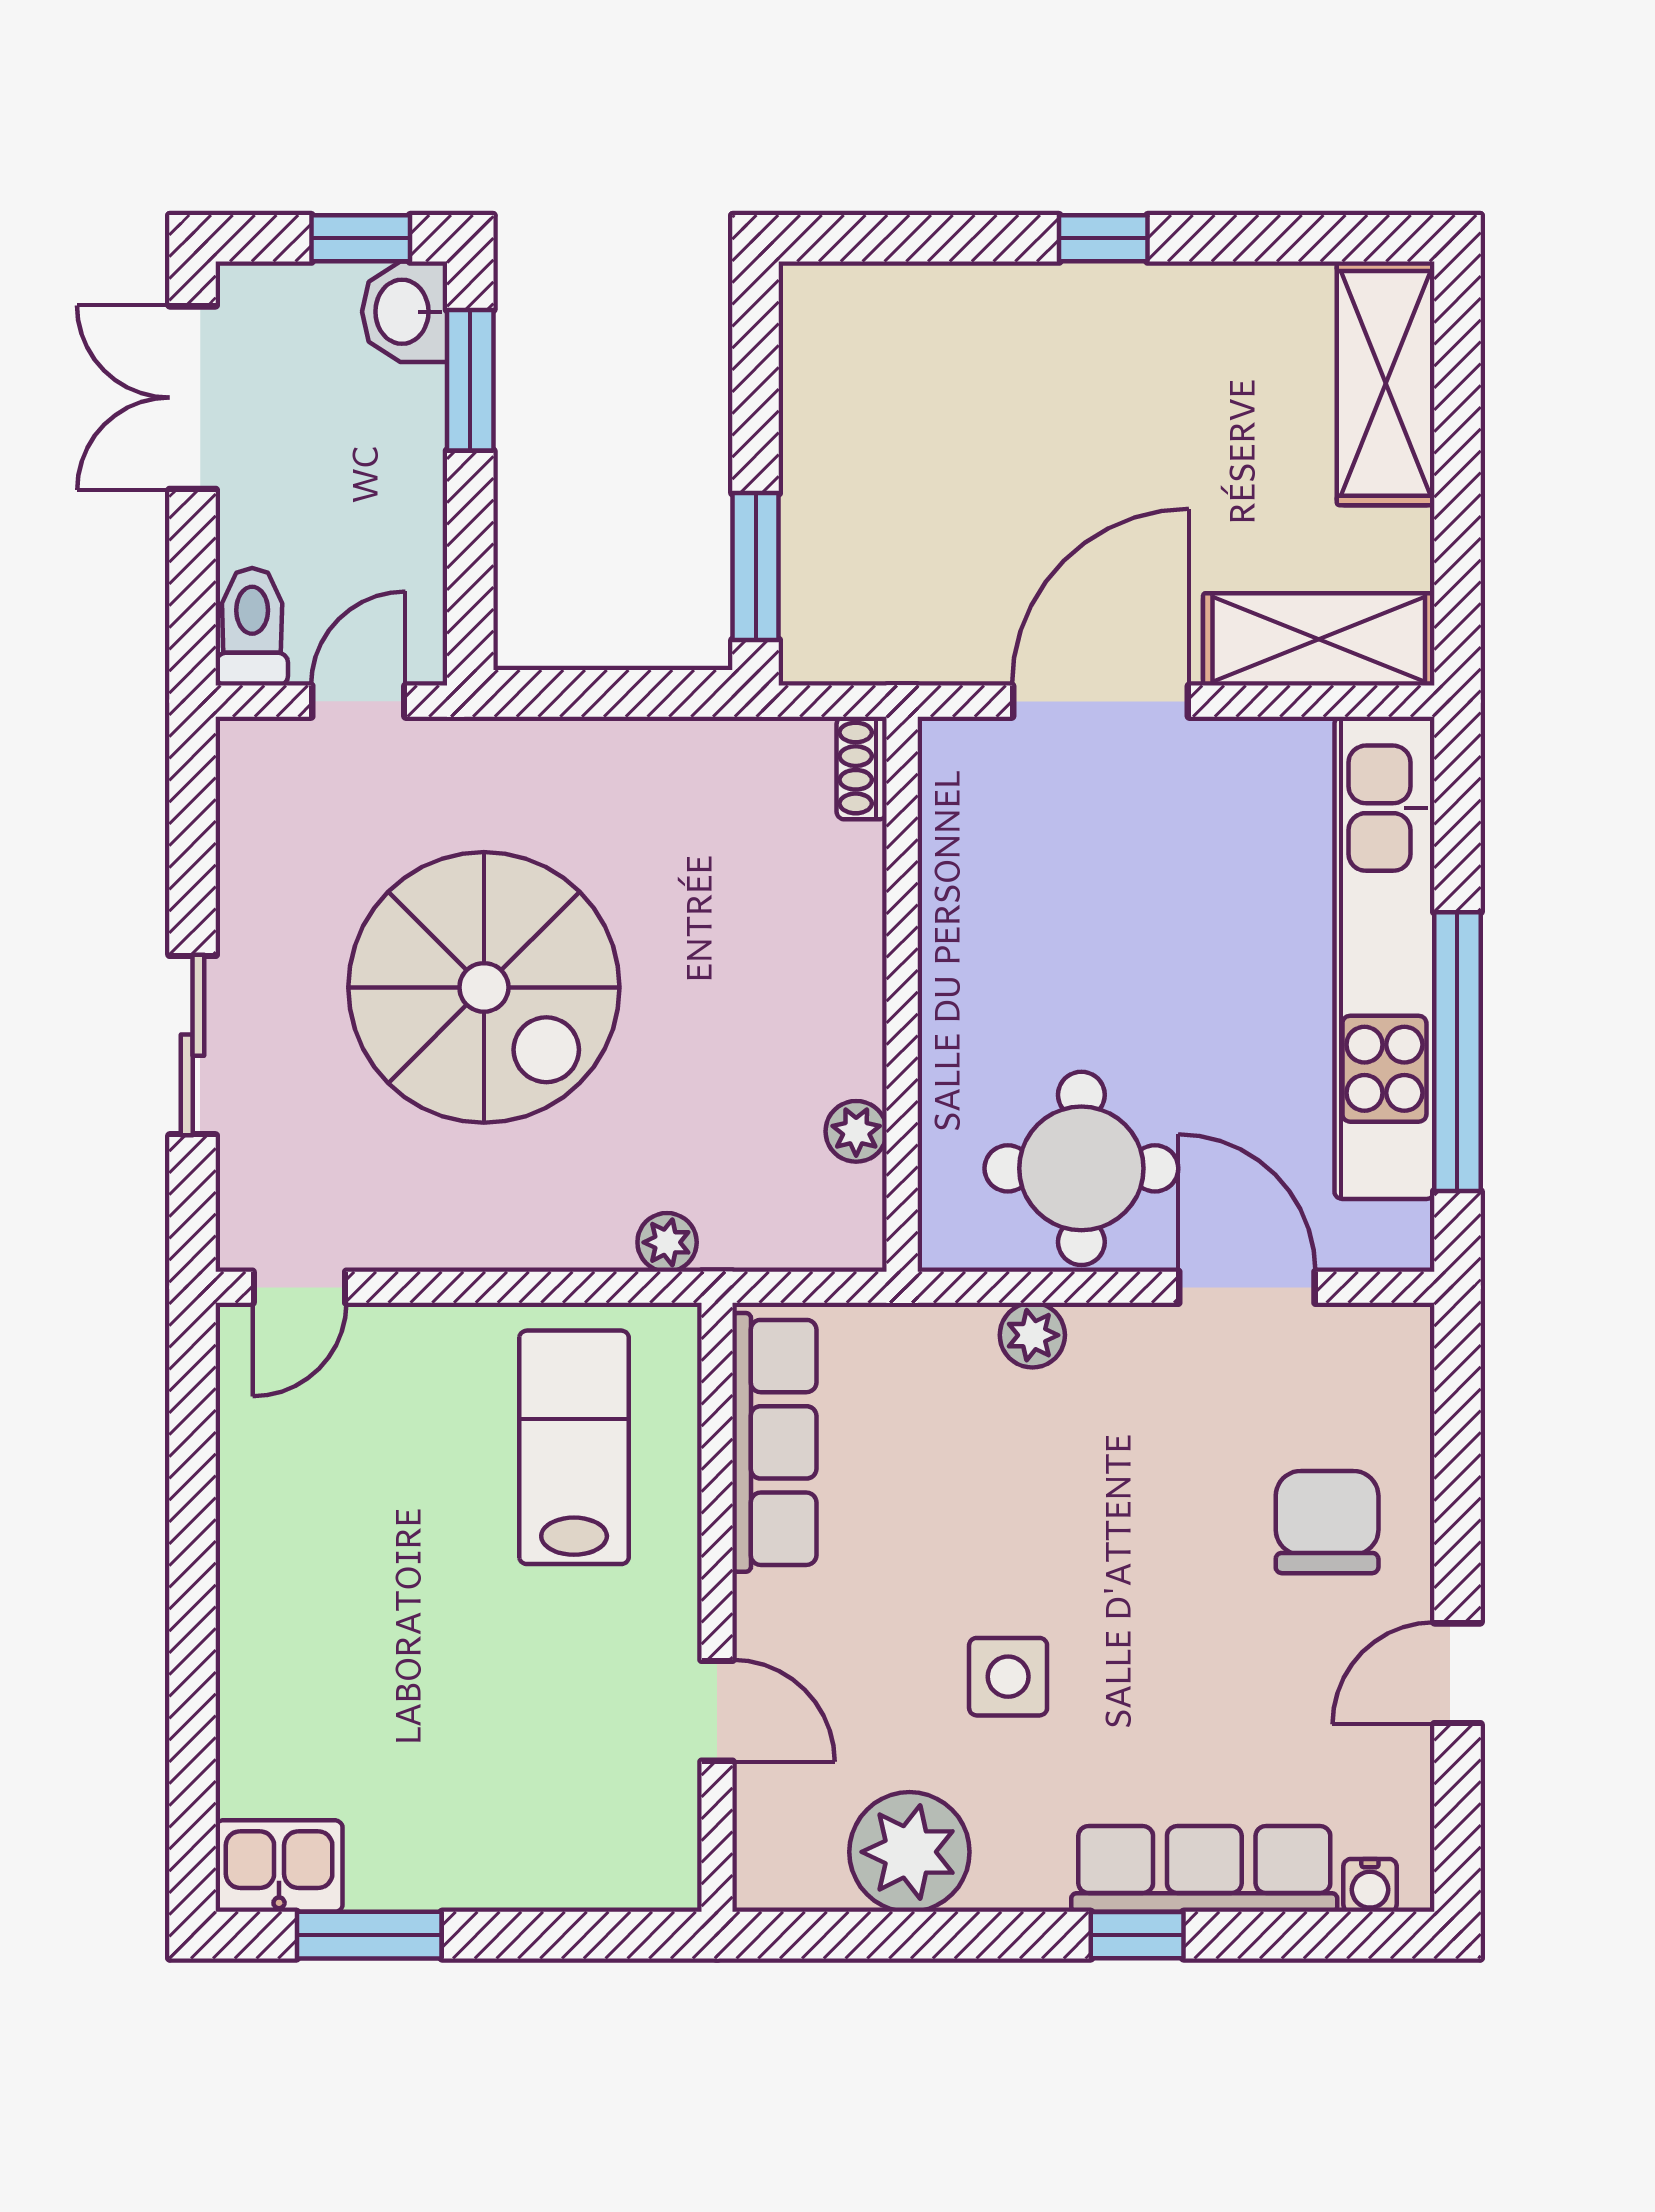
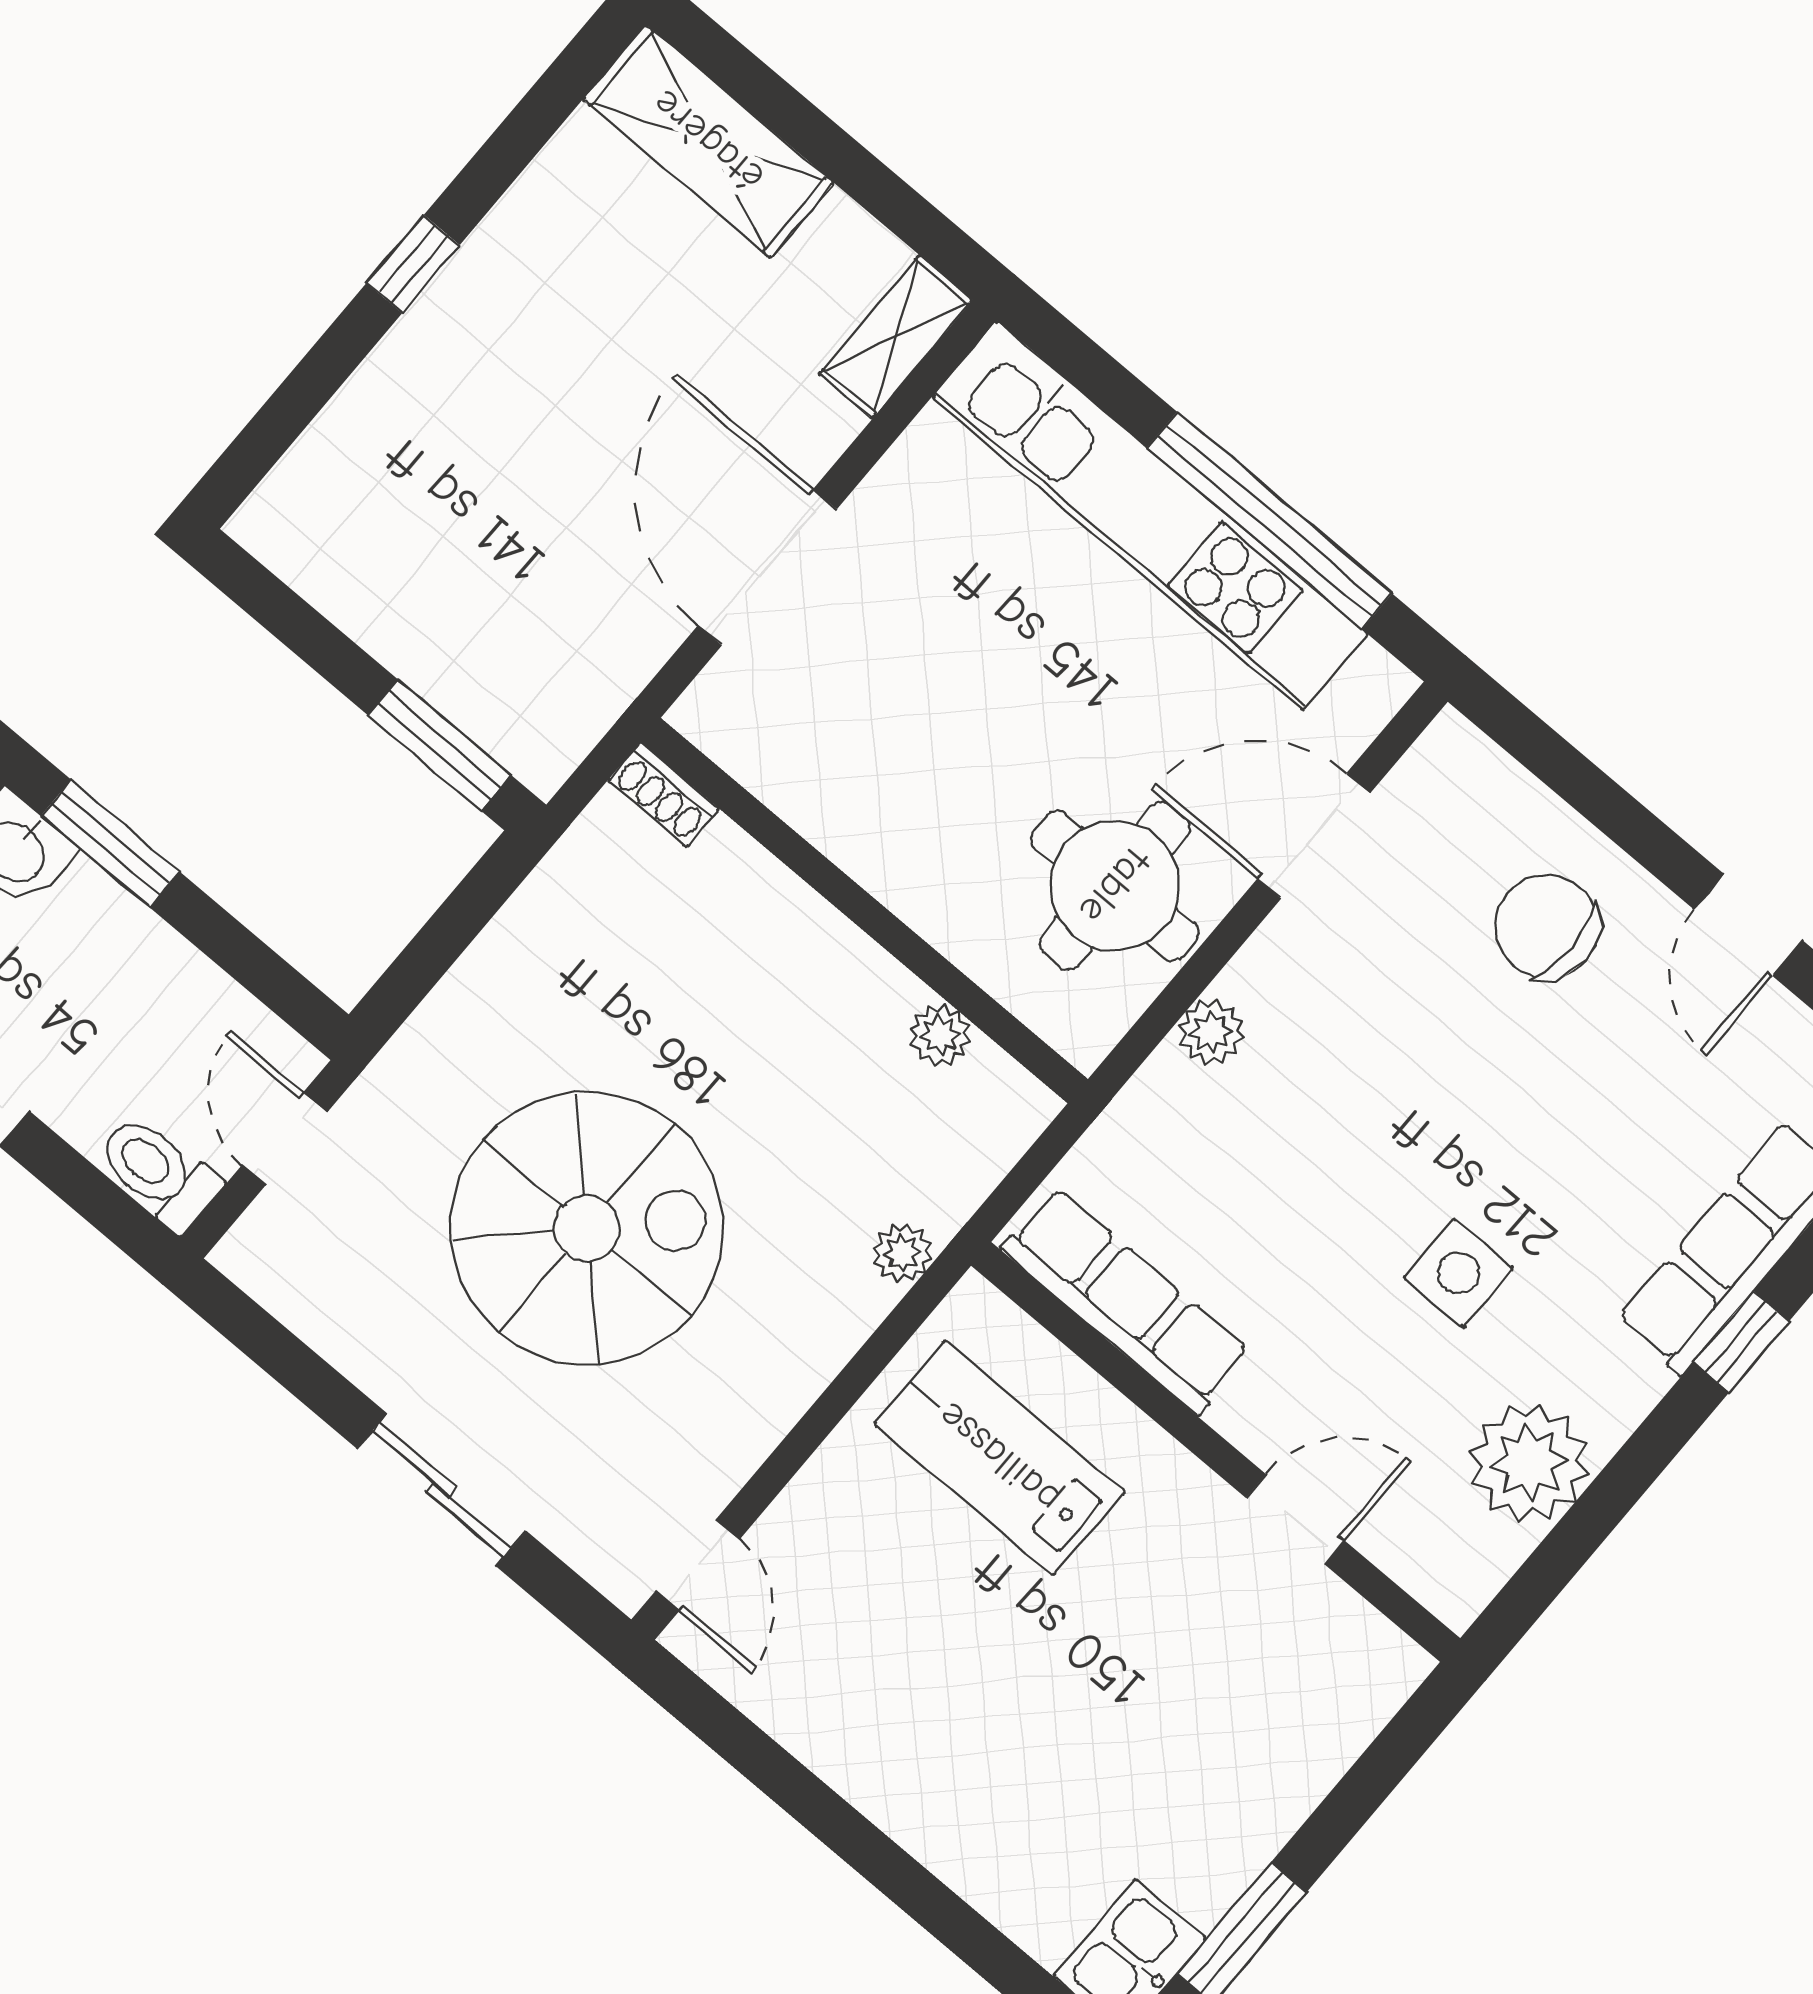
shelving: (1319, 639) -> (896, 337), width x0.67, depth x0.75

